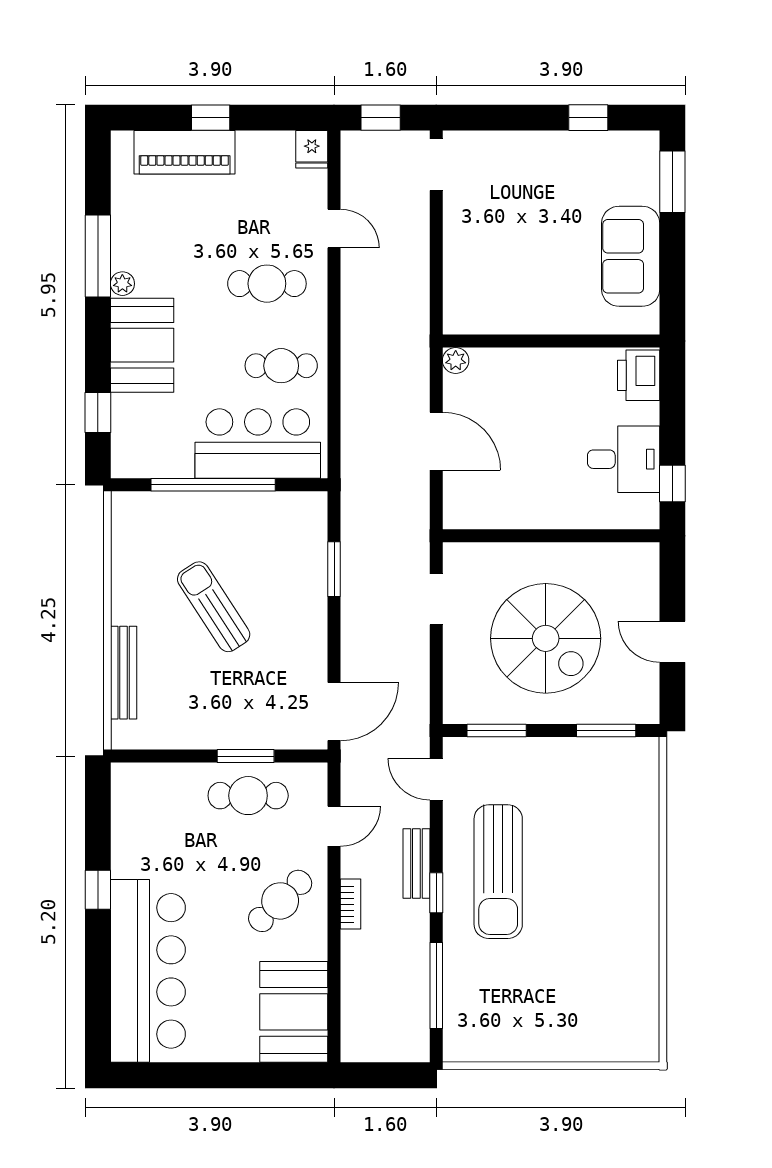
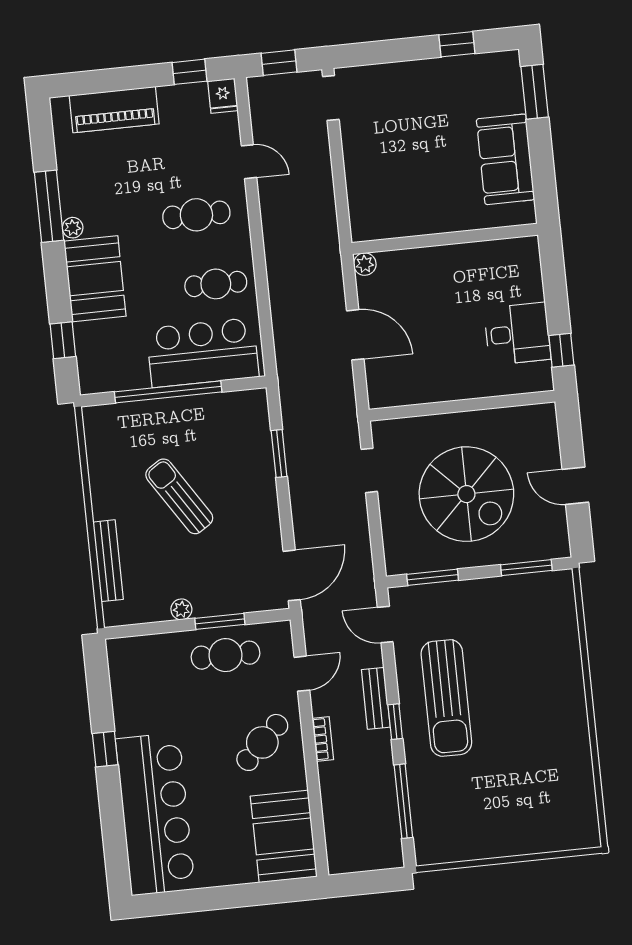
window: (211, 118) -> (190, 72), moved
printer: (639, 375) -> (523, 261), removed
plant: (203, 738) -> (181, 609), added

